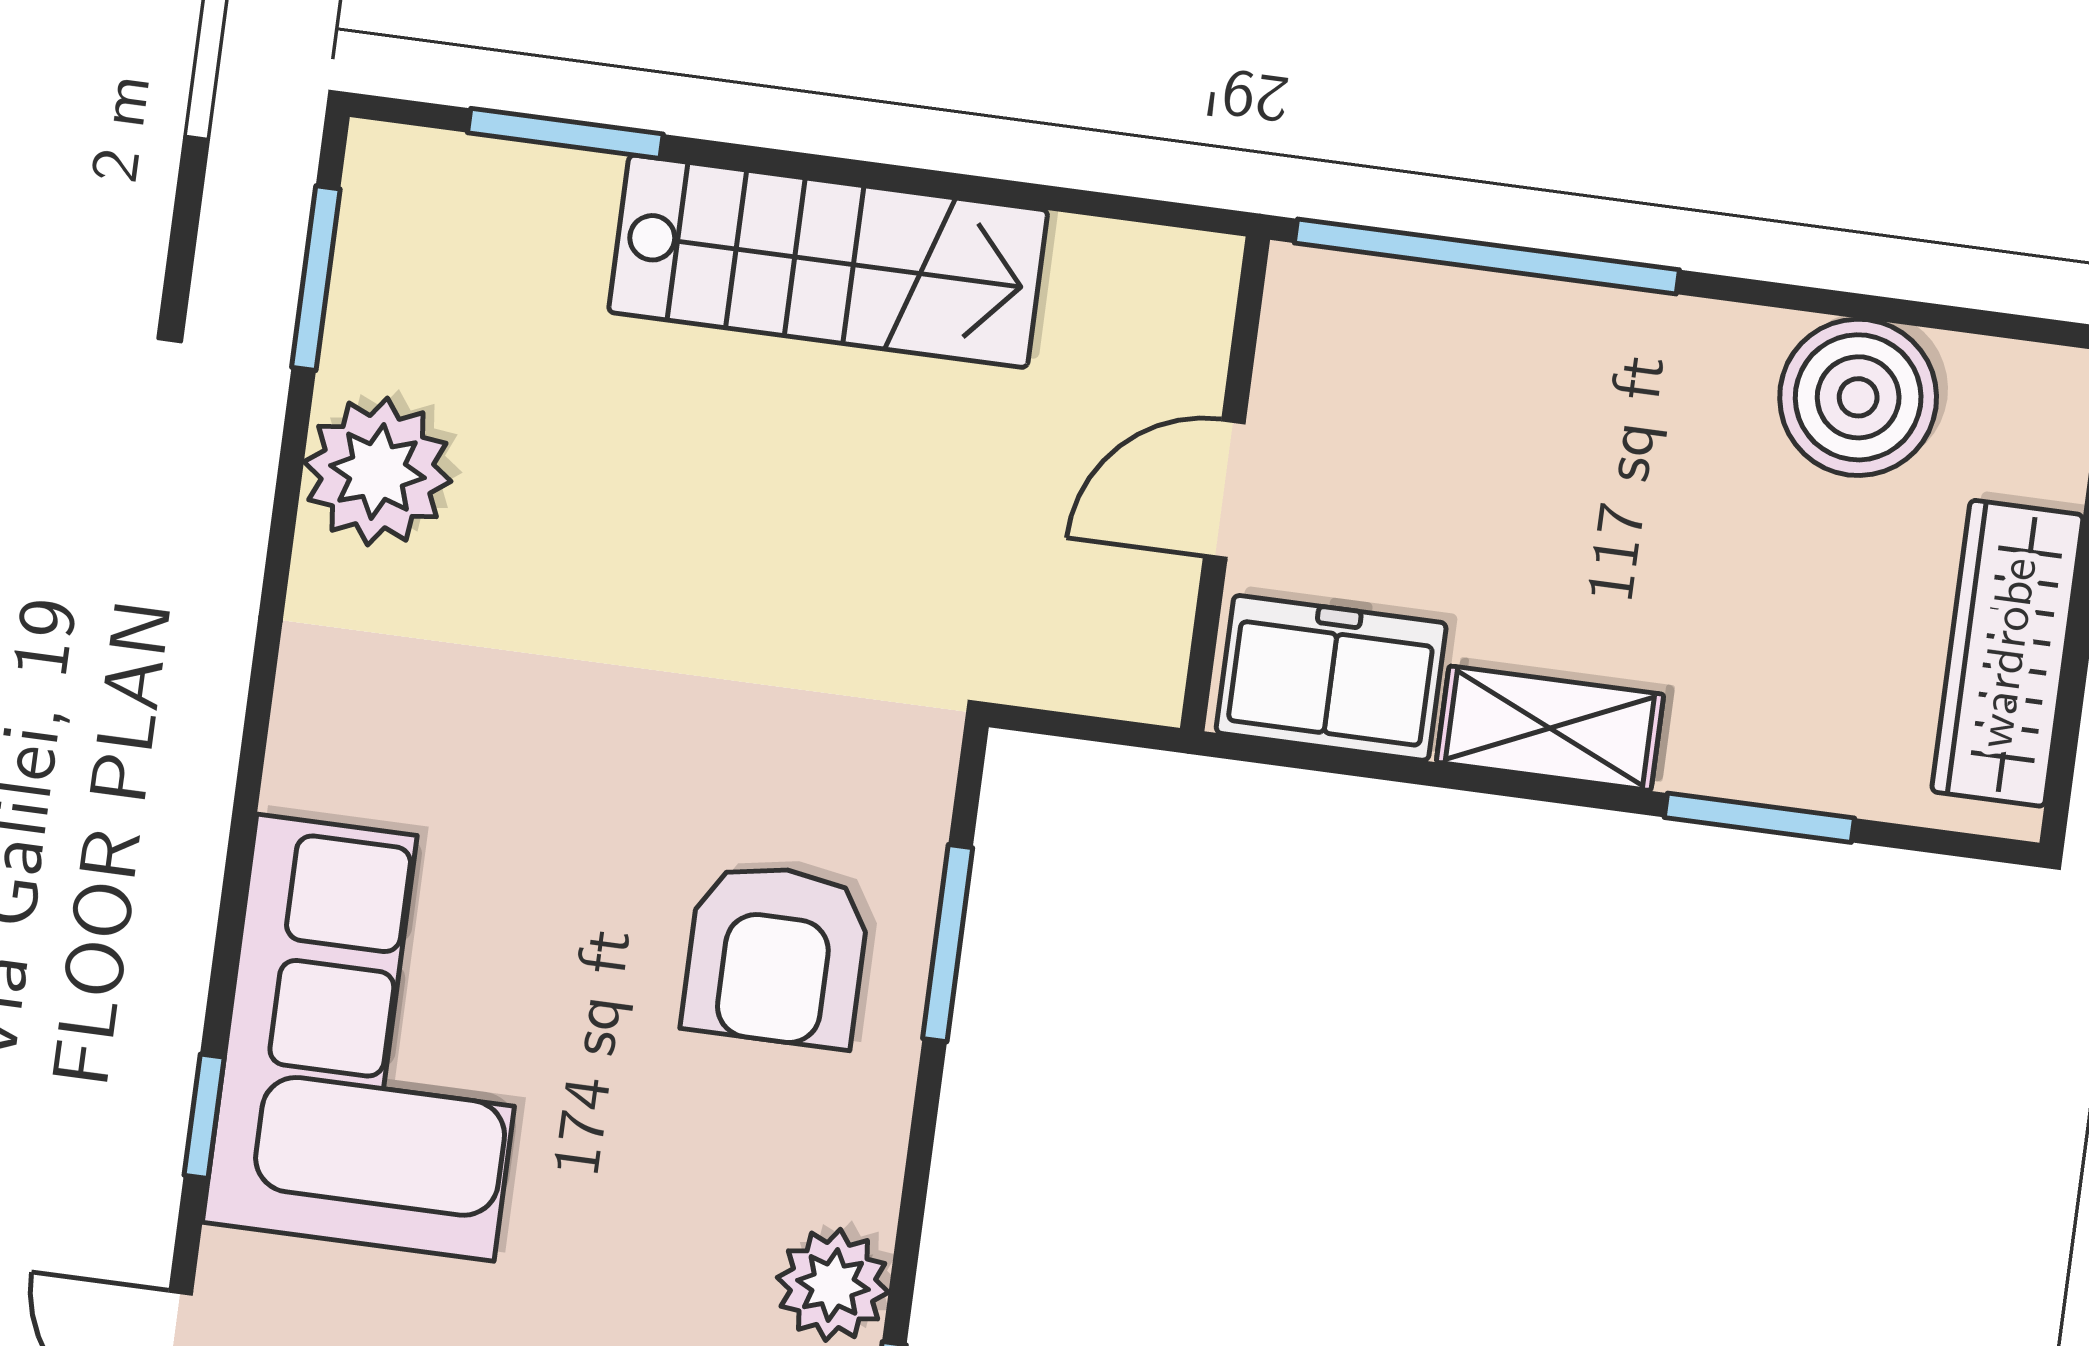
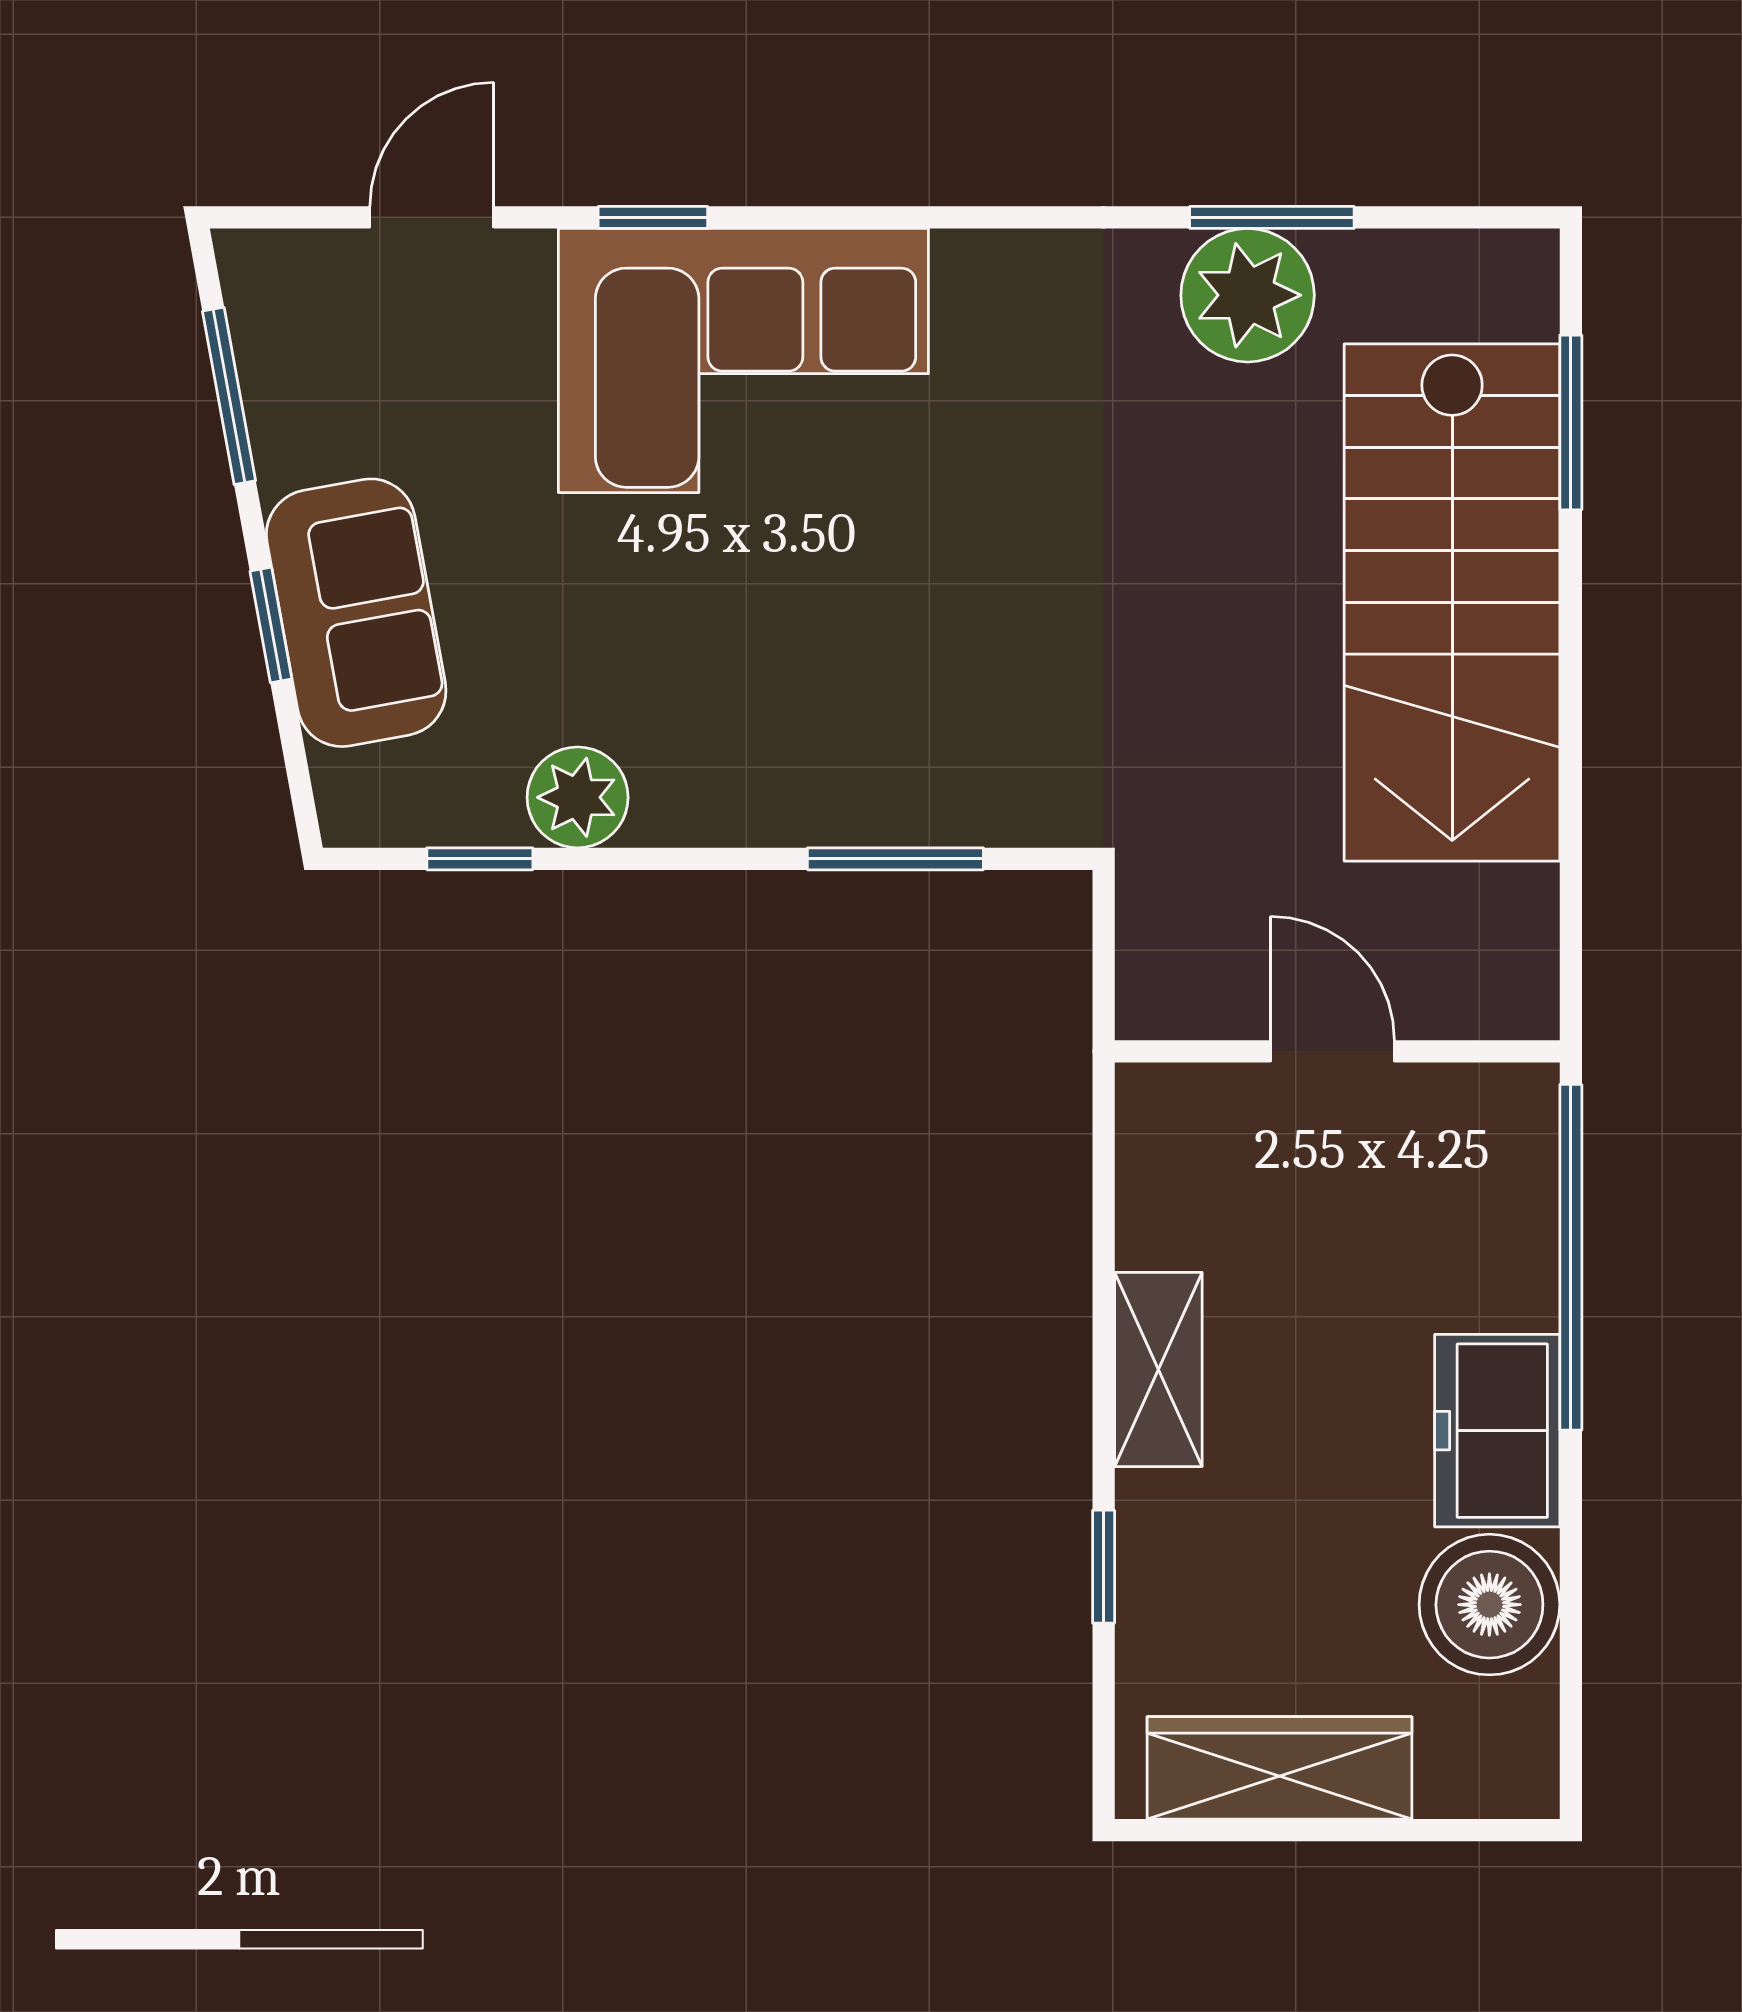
stairs: (828, 261) -> (1452, 602), width x1.36, depth x1.51
window: (316, 278) -> (1272, 217), moved
freezer: (1331, 678) -> (1497, 1431), moved, turned 180
window: (1759, 818) -> (1104, 1567), width x0.67
armchair: (776, 955) -> (865, 707), removed

